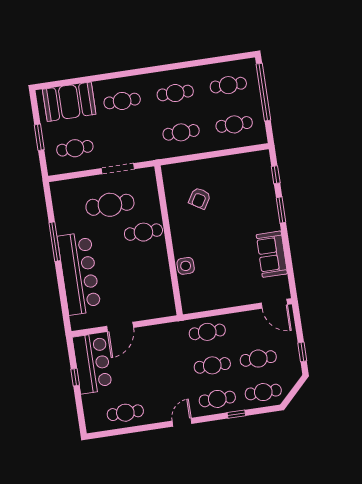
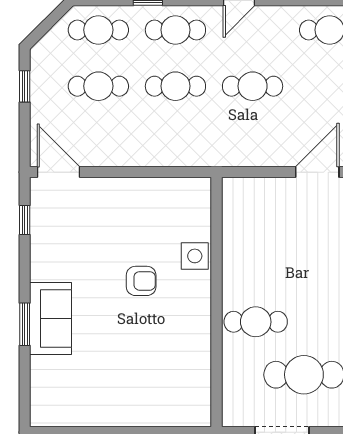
window: (276, 175) -> (25, 220), moved
armchair: (200, 198) -> (141, 281), moved, turned 58
sofa: (272, 254) -> (51, 318), moved
cafe table: (207, 332) -> (253, 86), moved

